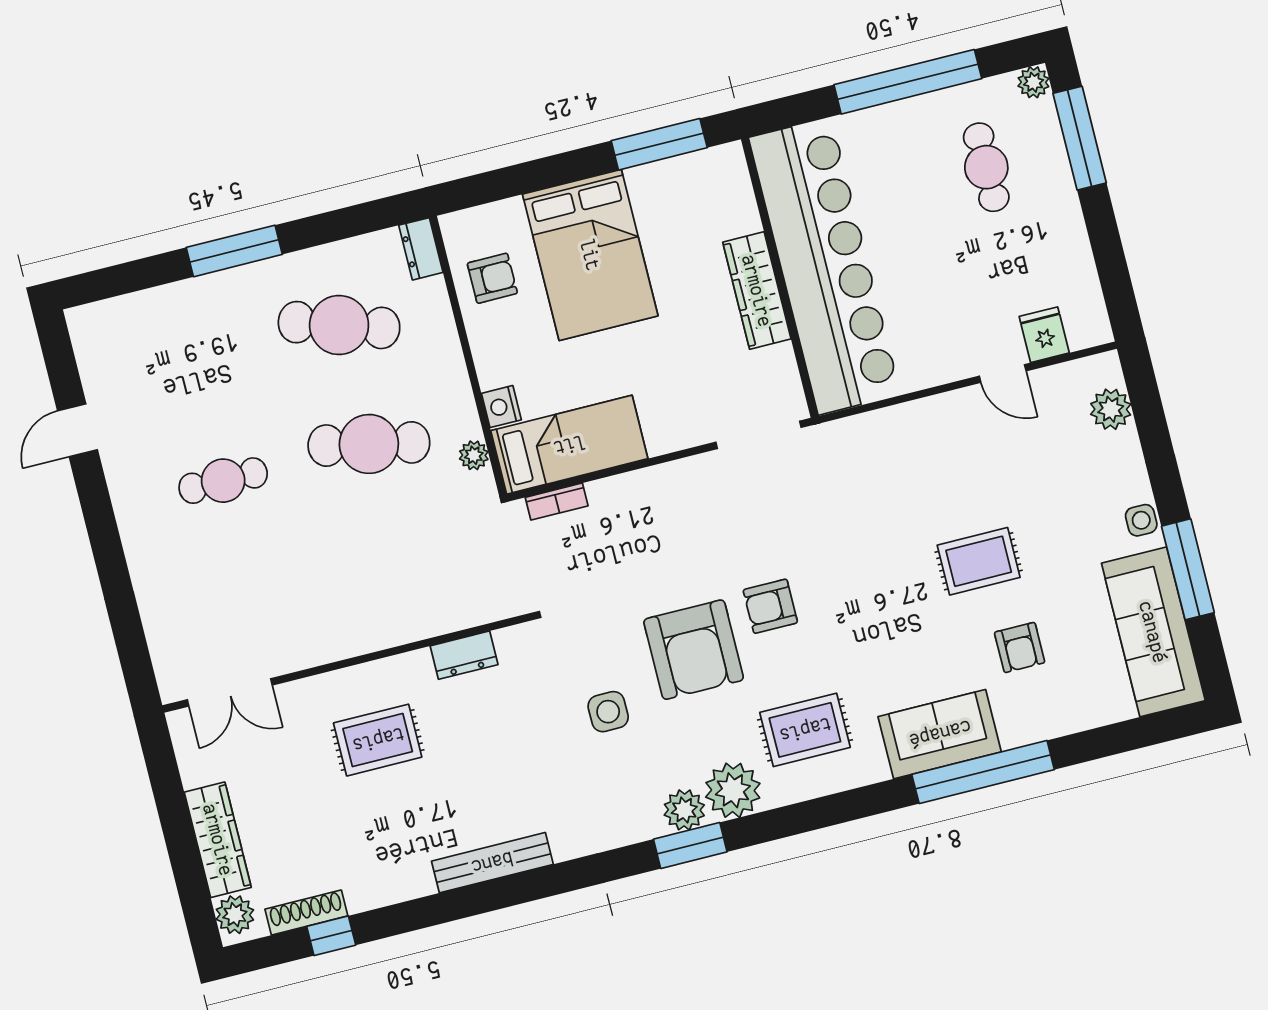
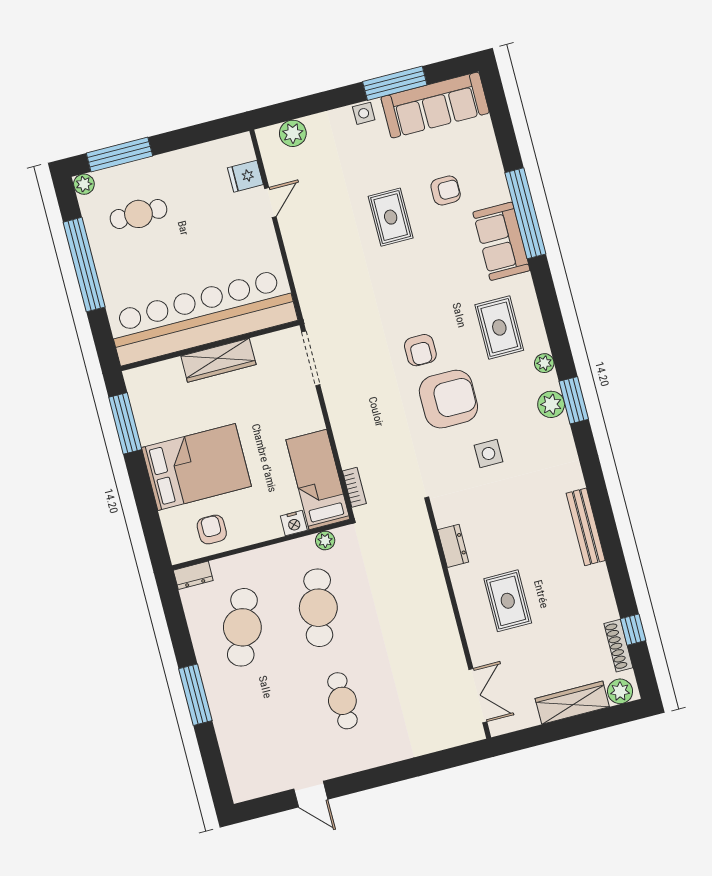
plant: (733, 790) -> (544, 363), width x0.53, depth x0.53

